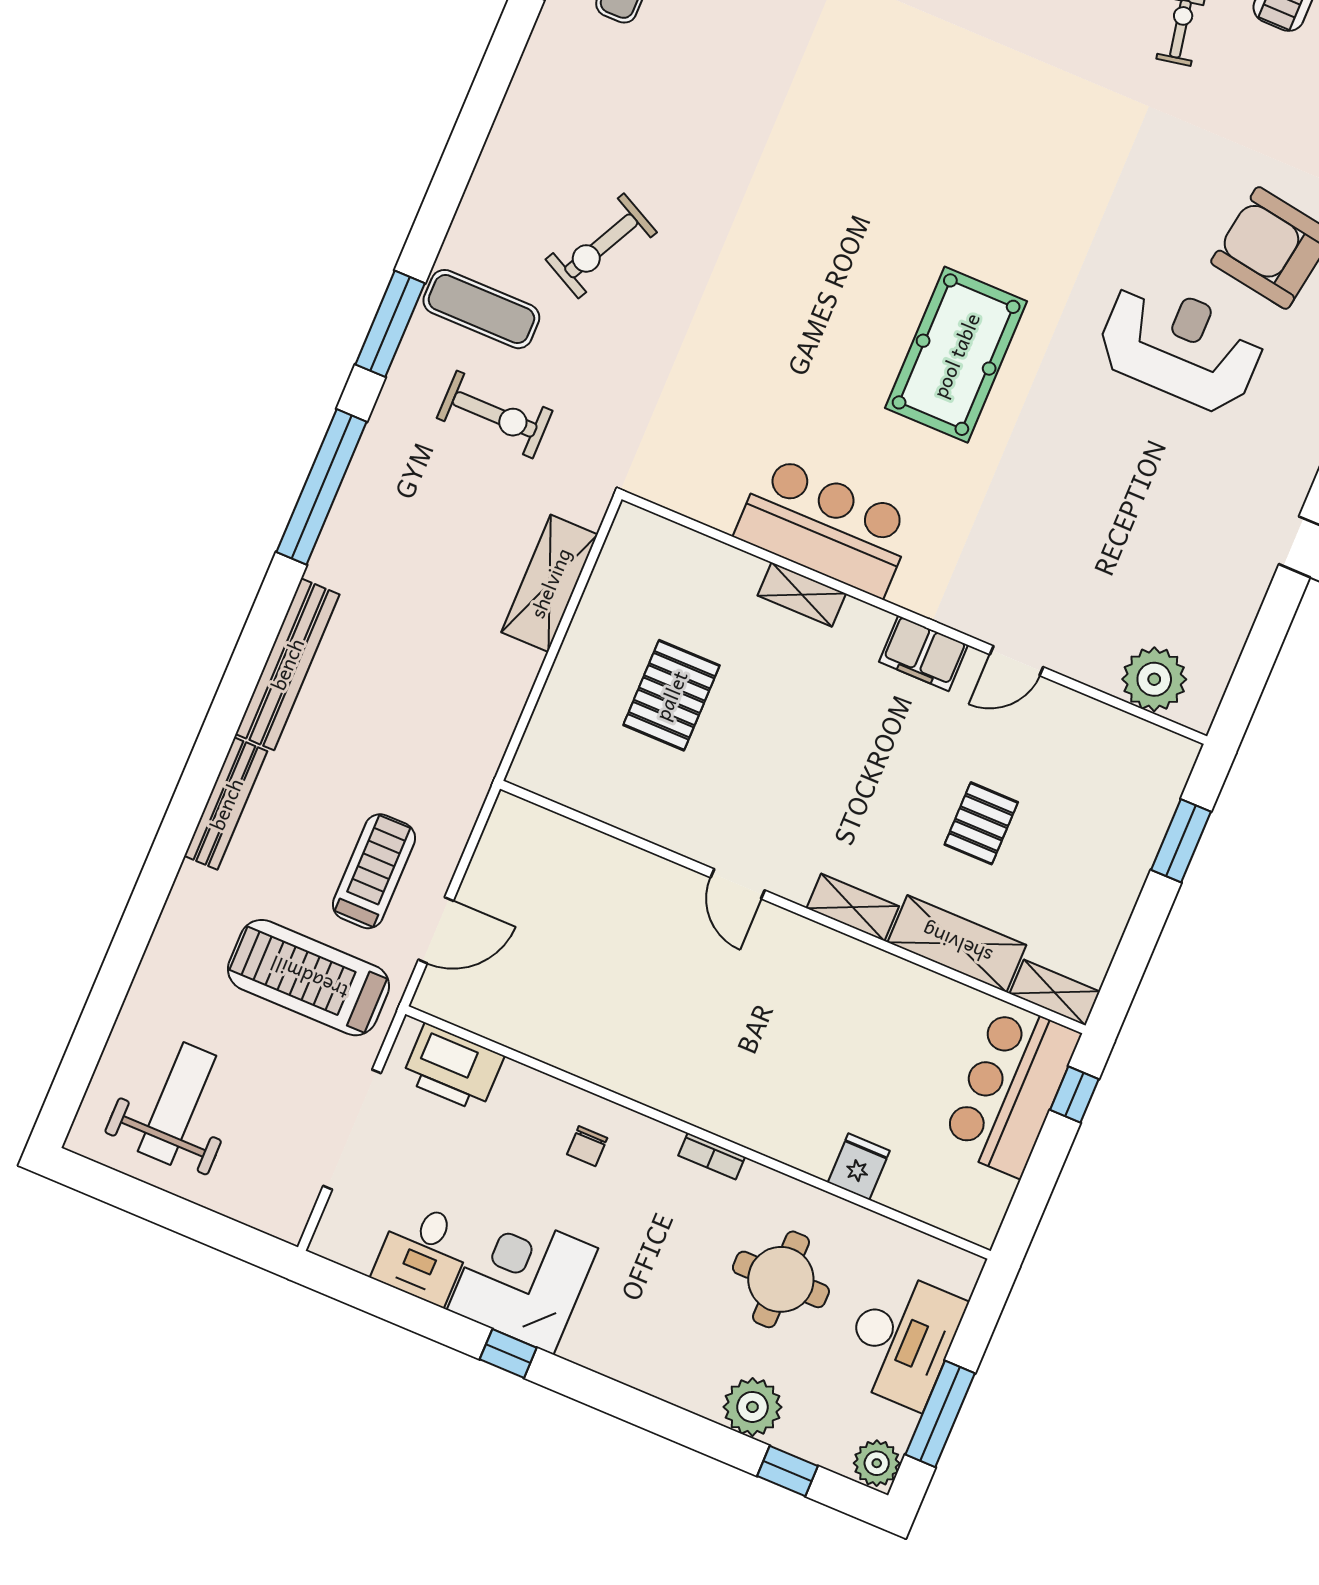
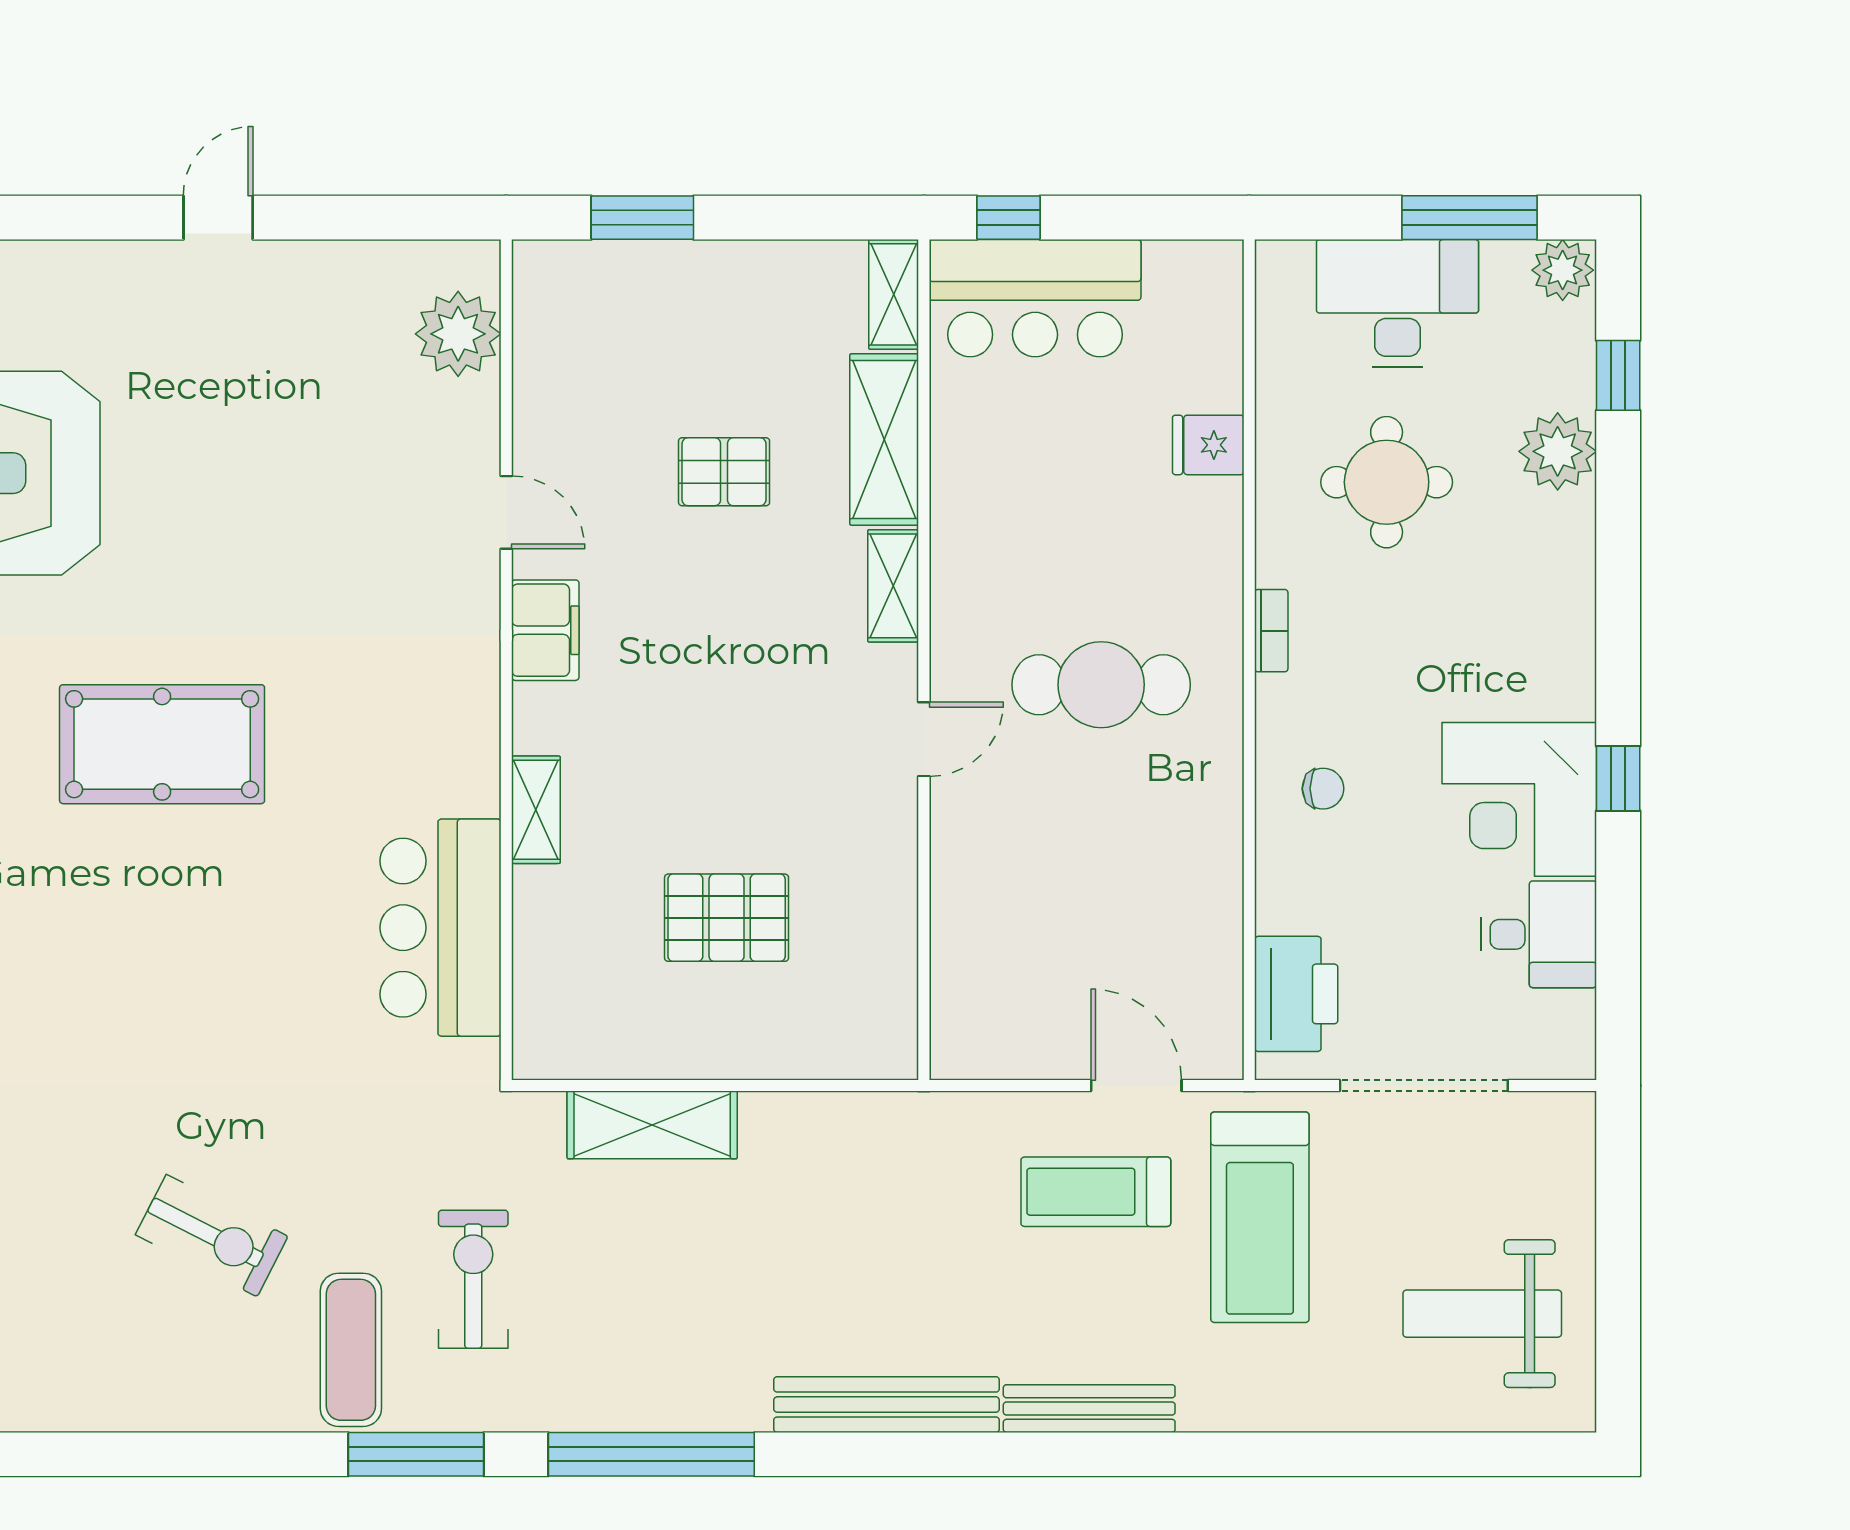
bar counter: (825, 527) -> (440, 928), moved
cafe table: (724, 1023) -> (1101, 685), added

